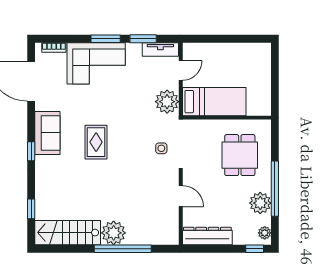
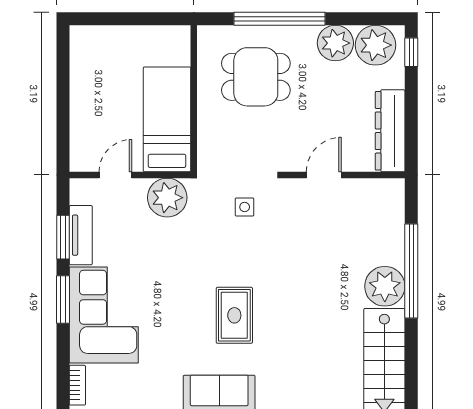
tv unit: (160, 50) -> (81, 235), moved
door: (181, 70) -> (115, 175), hinge flipped
rug: (96, 142) -> (234, 315), turned 90
window: (275, 189) -> (279, 19), moved
plant: (265, 233) -> (375, 45), width x1.87, depth x1.87

